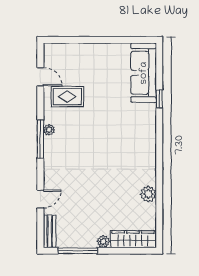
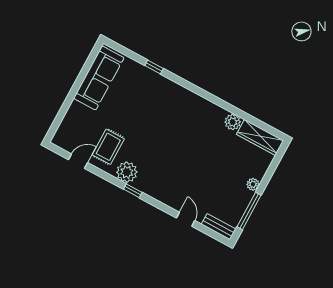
sofa: (144, 73) -> (99, 78), moved, turned -90
plant: (49, 130) -> (127, 172), width x1.87, depth x1.87
window: (40, 139) -> (133, 191), width x0.46
wardrobe: (133, 239) -> (260, 137), moved, turned -90

